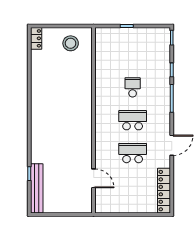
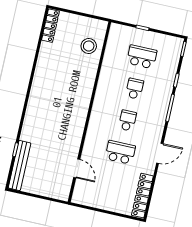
locker: (36, 38) -> (50, 26), width x1.53
stool: (71, 43) -> (89, 46), moved
school desk: (133, 54) -> (142, 57), added
school desk: (133, 120) -> (127, 120), width x0.54

